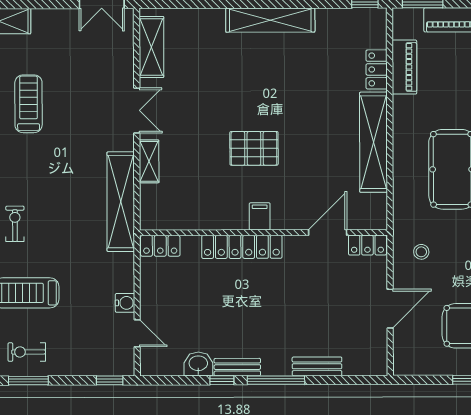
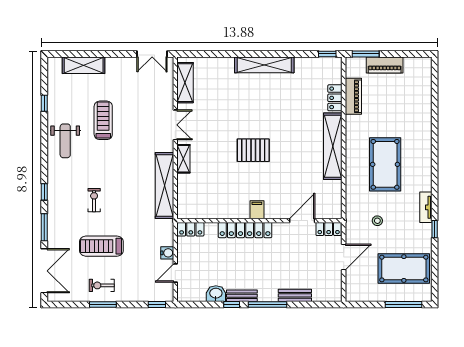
filing cabinet: (260, 216) -> (257, 210), moved
wall: (263, 233) -> (259, 221), moved
door: (328, 233) -> (302, 221), moved
locker: (367, 245) -> (329, 229), moved
locker: (160, 246) -> (191, 229), moved
locker: (242, 247) -> (245, 230), moved
stool: (421, 252) -> (377, 221), moved
door: (137, 333) -> (175, 273), swing flipped

